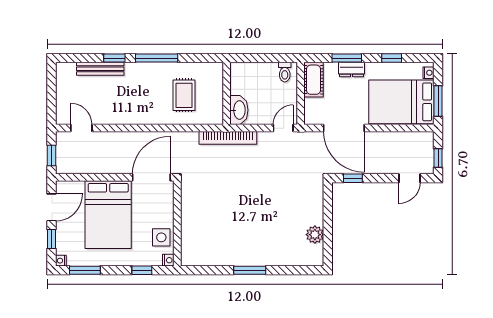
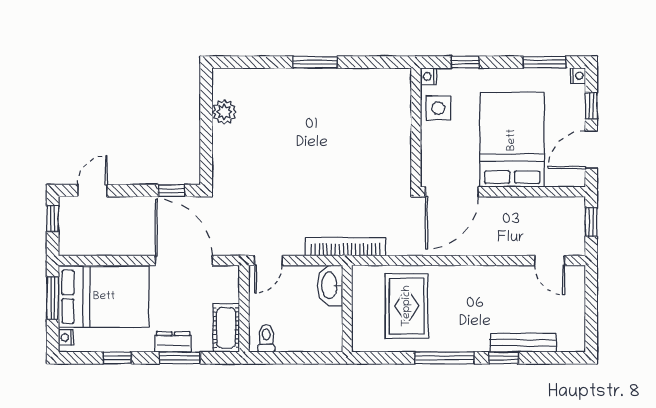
rug: (184, 95) -> (407, 306), width x1.36, depth x1.43

